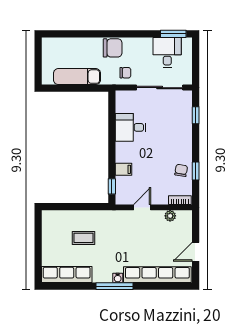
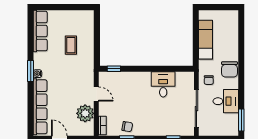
desk: (167, 52) -> (226, 101), moved
filing cabinet: (124, 169) -> (128, 78), removed
plant: (170, 216) -> (85, 113), width x1.88, depth x1.88
window: (115, 286) -> (31, 71), width x0.69

